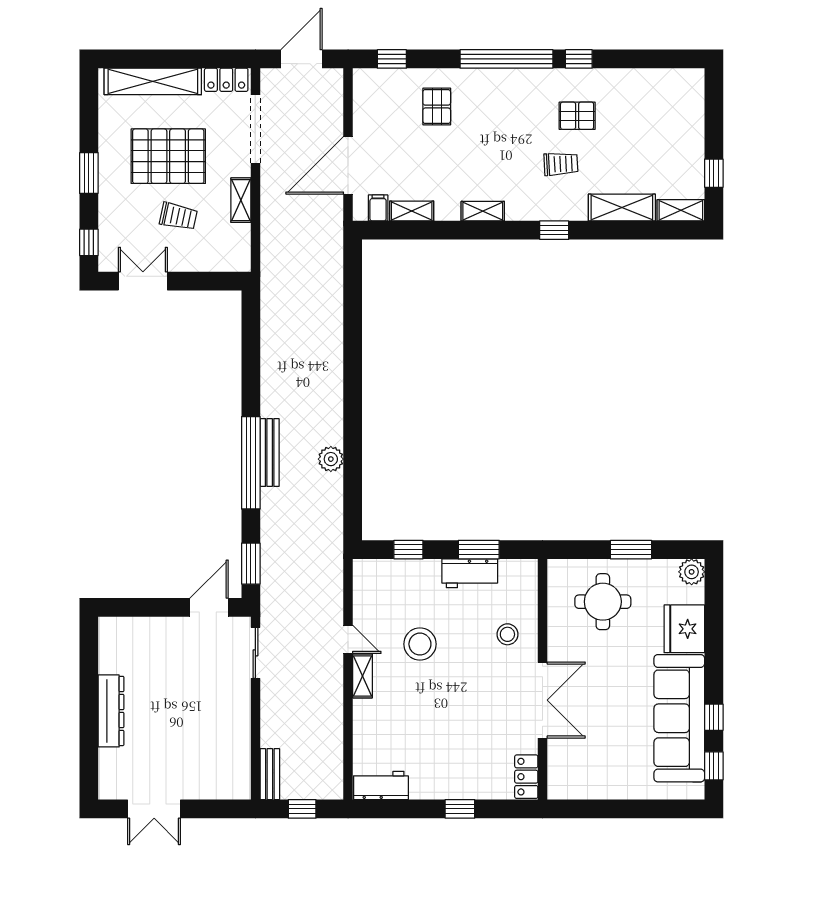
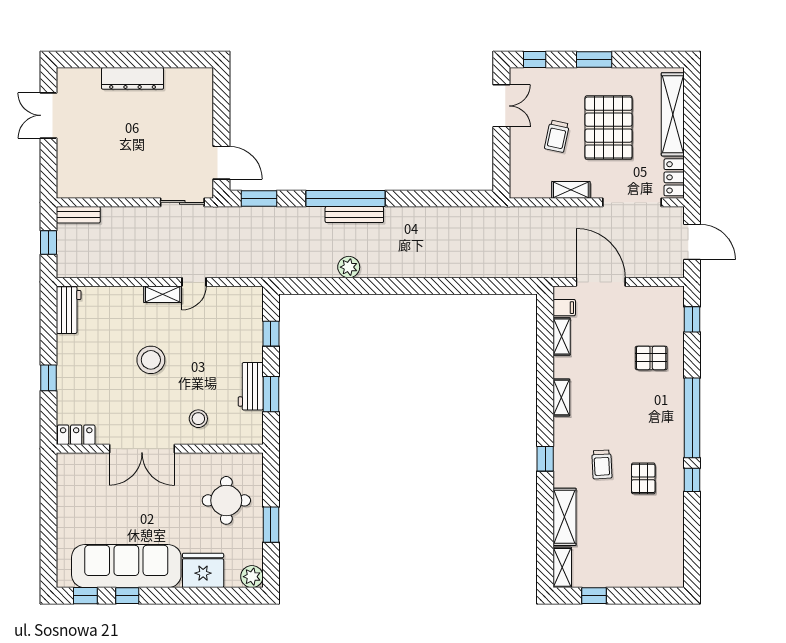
stool: (420, 644) -> (151, 360), moved

